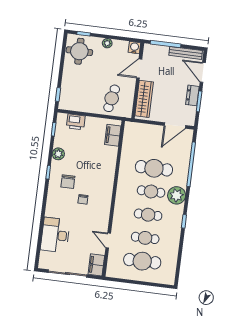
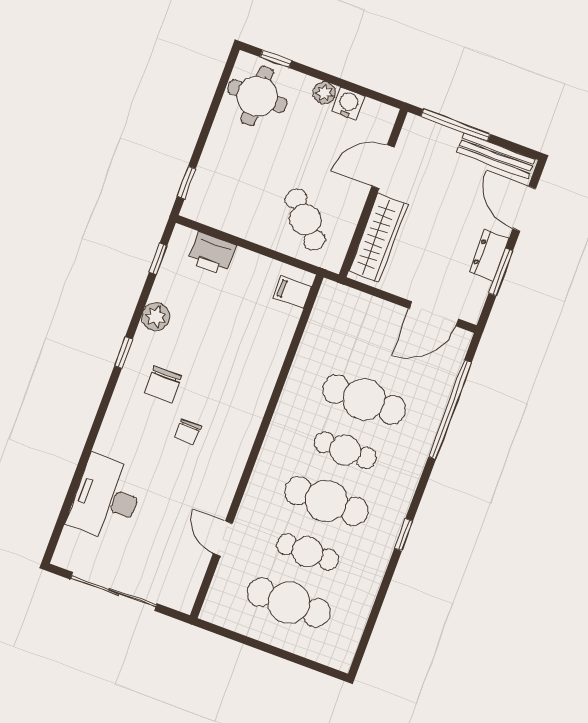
water cooler: (134, 48) -> (348, 104), moved
cafe table: (112, 98) -> (305, 219), turned -56
filing cabinet: (113, 135) -> (293, 292), width x0.50
plant: (177, 195) -> (401, 472), removed
cafe table: (148, 215) -> (326, 501), width x1.37, depth x1.35
filing cabinet: (96, 265) -> (183, 587), removed

